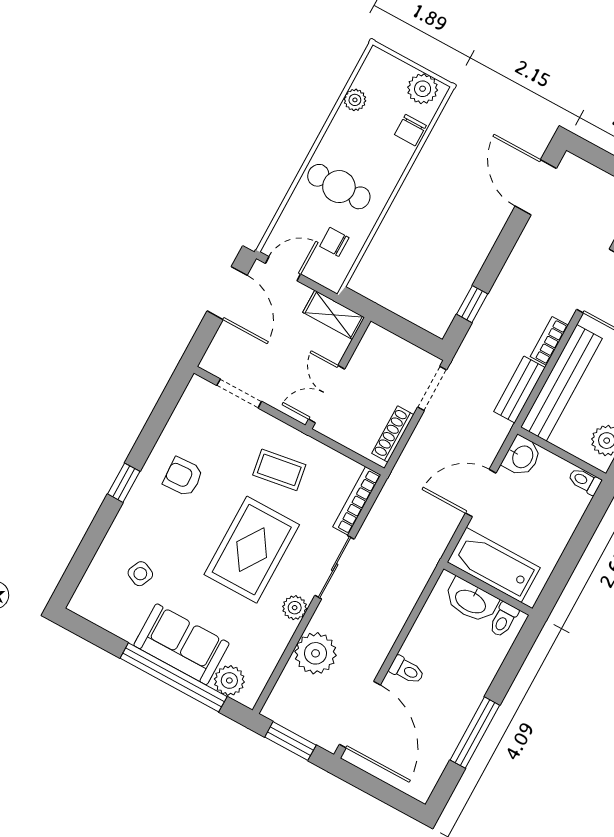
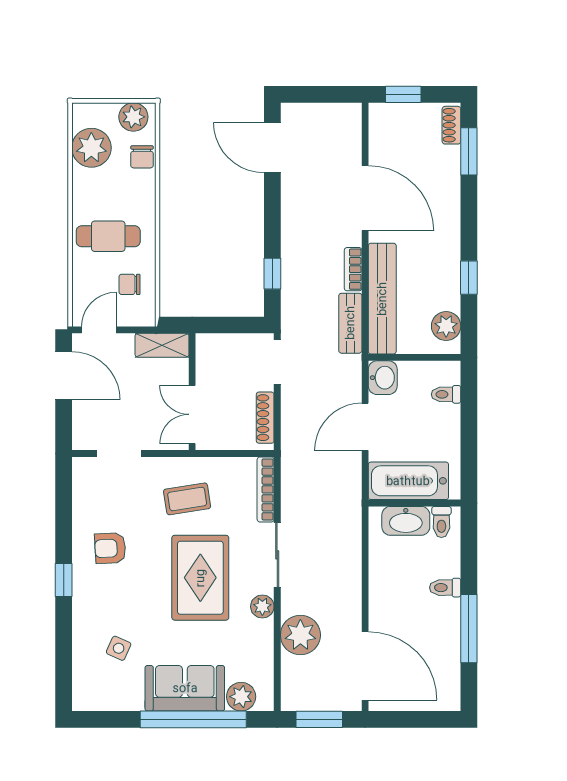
plant: (355, 100) -> (91, 148), width x1.88, depth x1.88
toilet: (585, 481) -> (446, 394), moved
toilet: (407, 670) -> (445, 588), moved, turned 180

